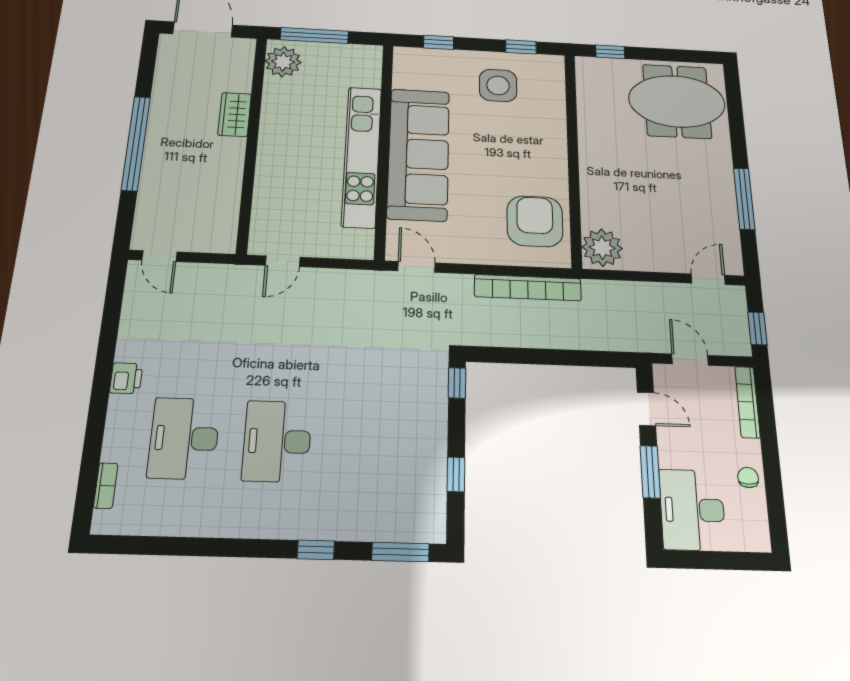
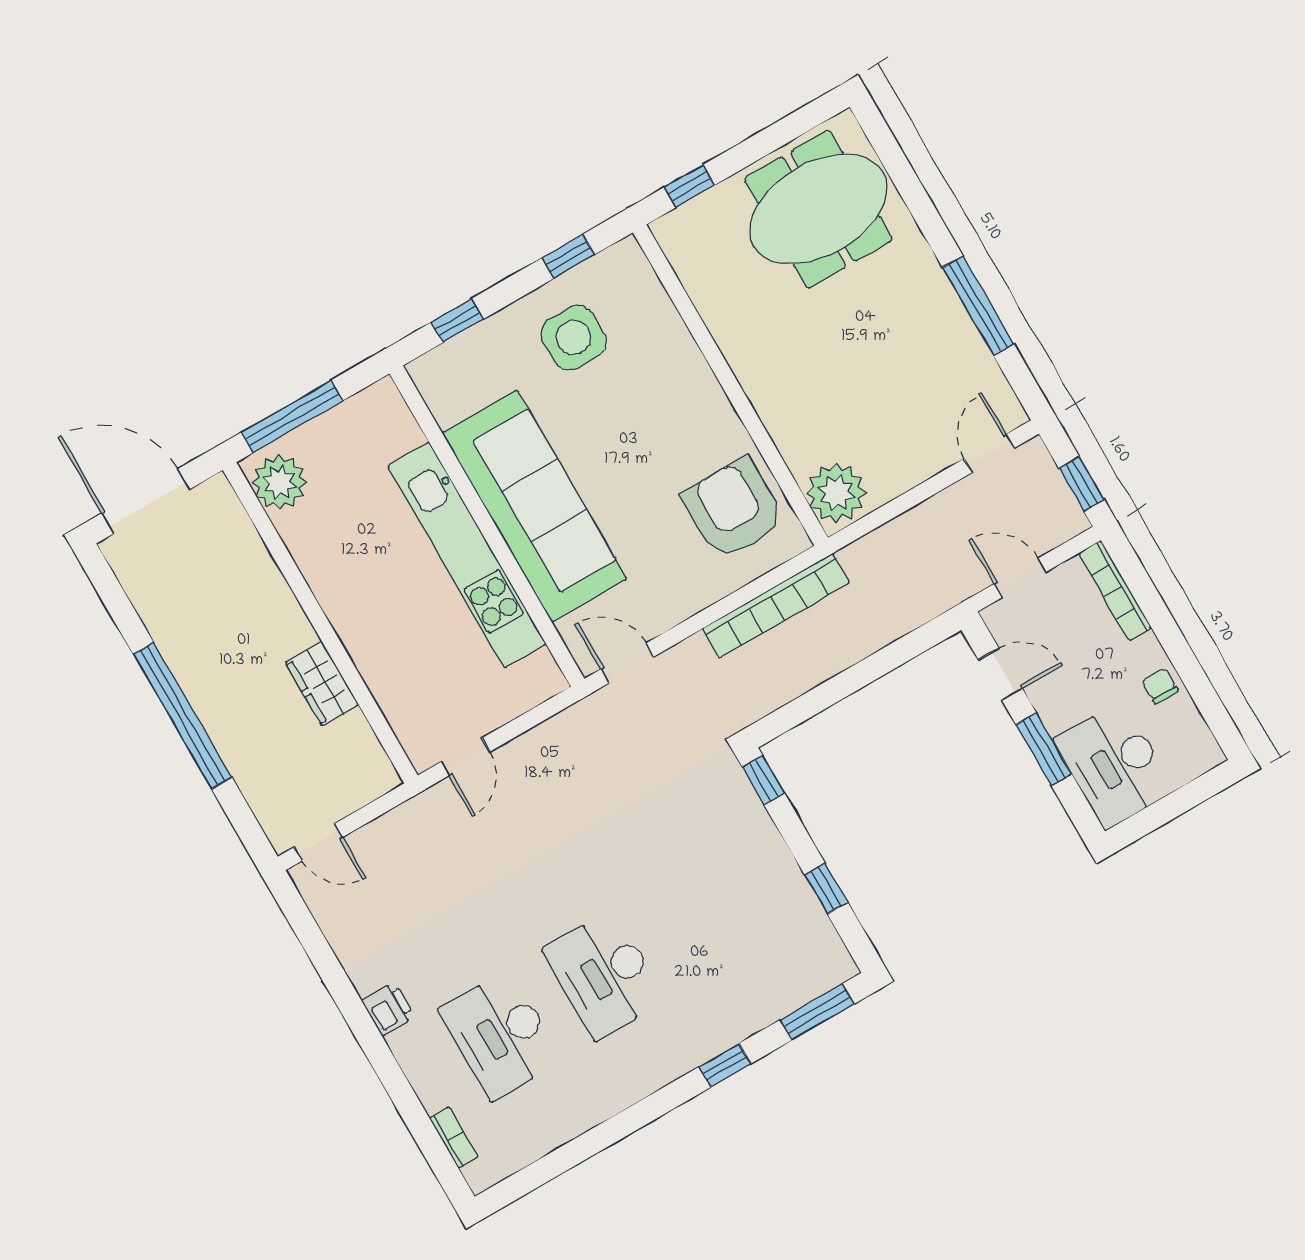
wardrobe: (235, 115) -> (322, 684), moved

